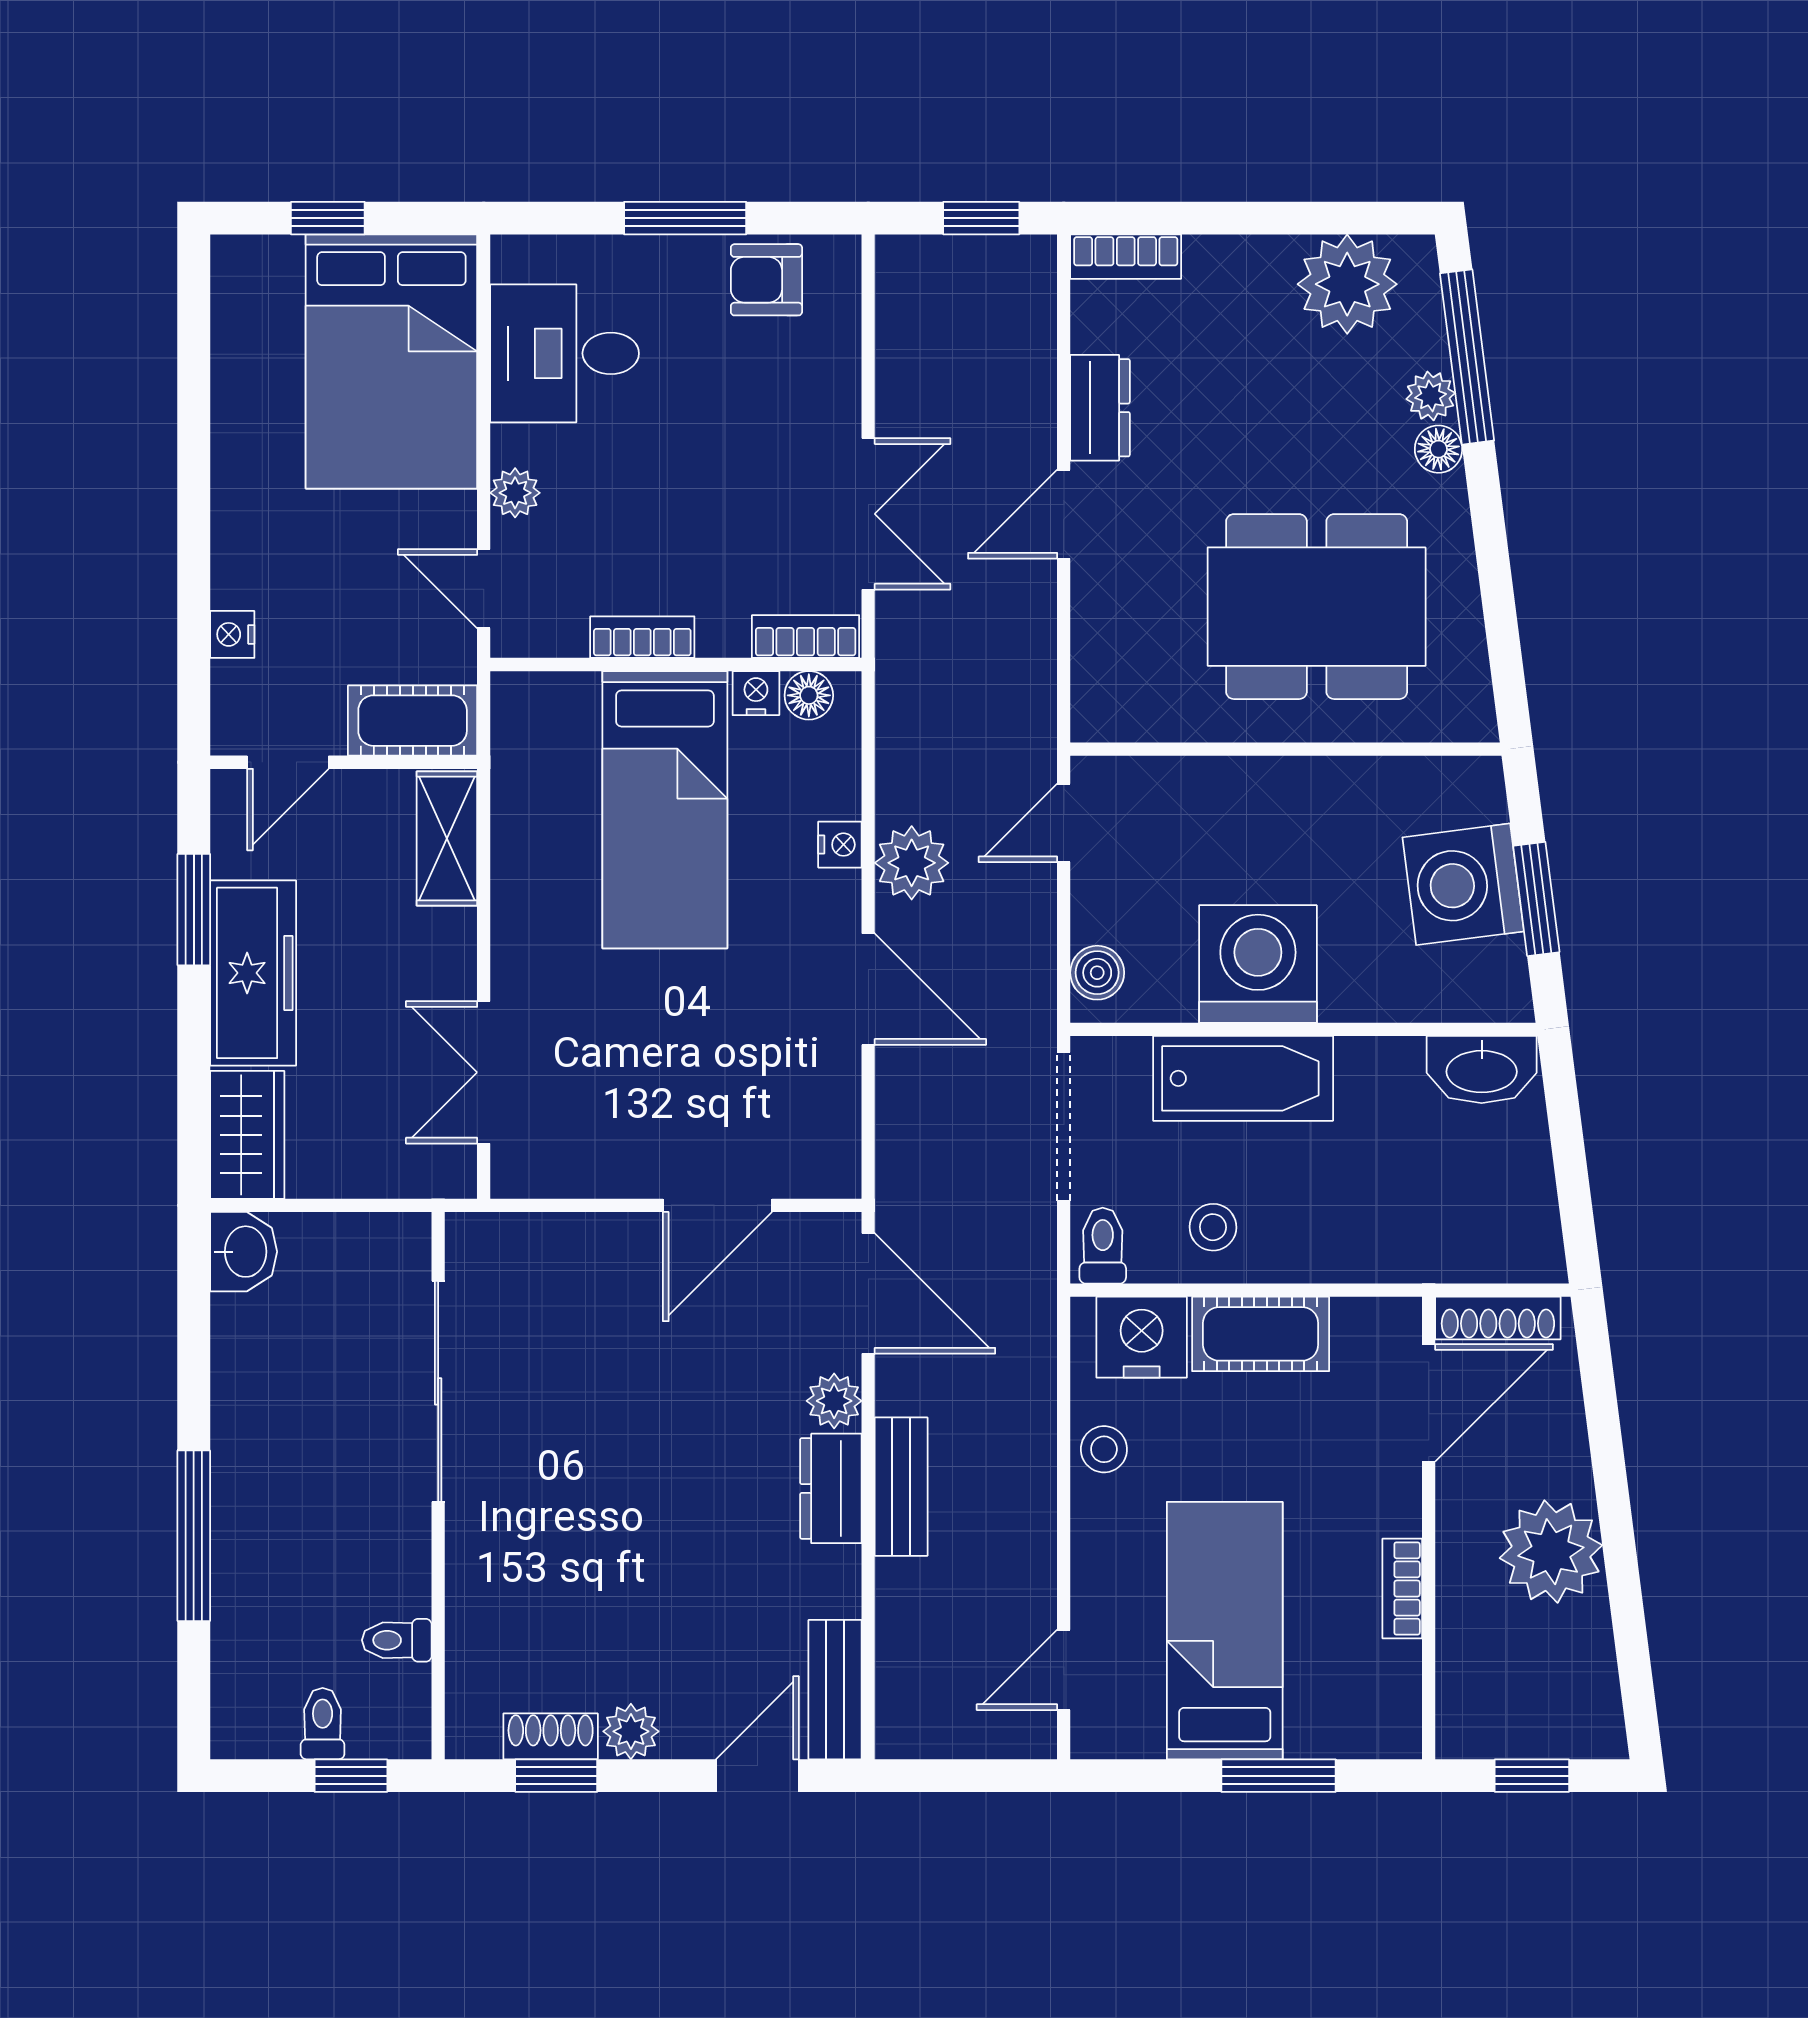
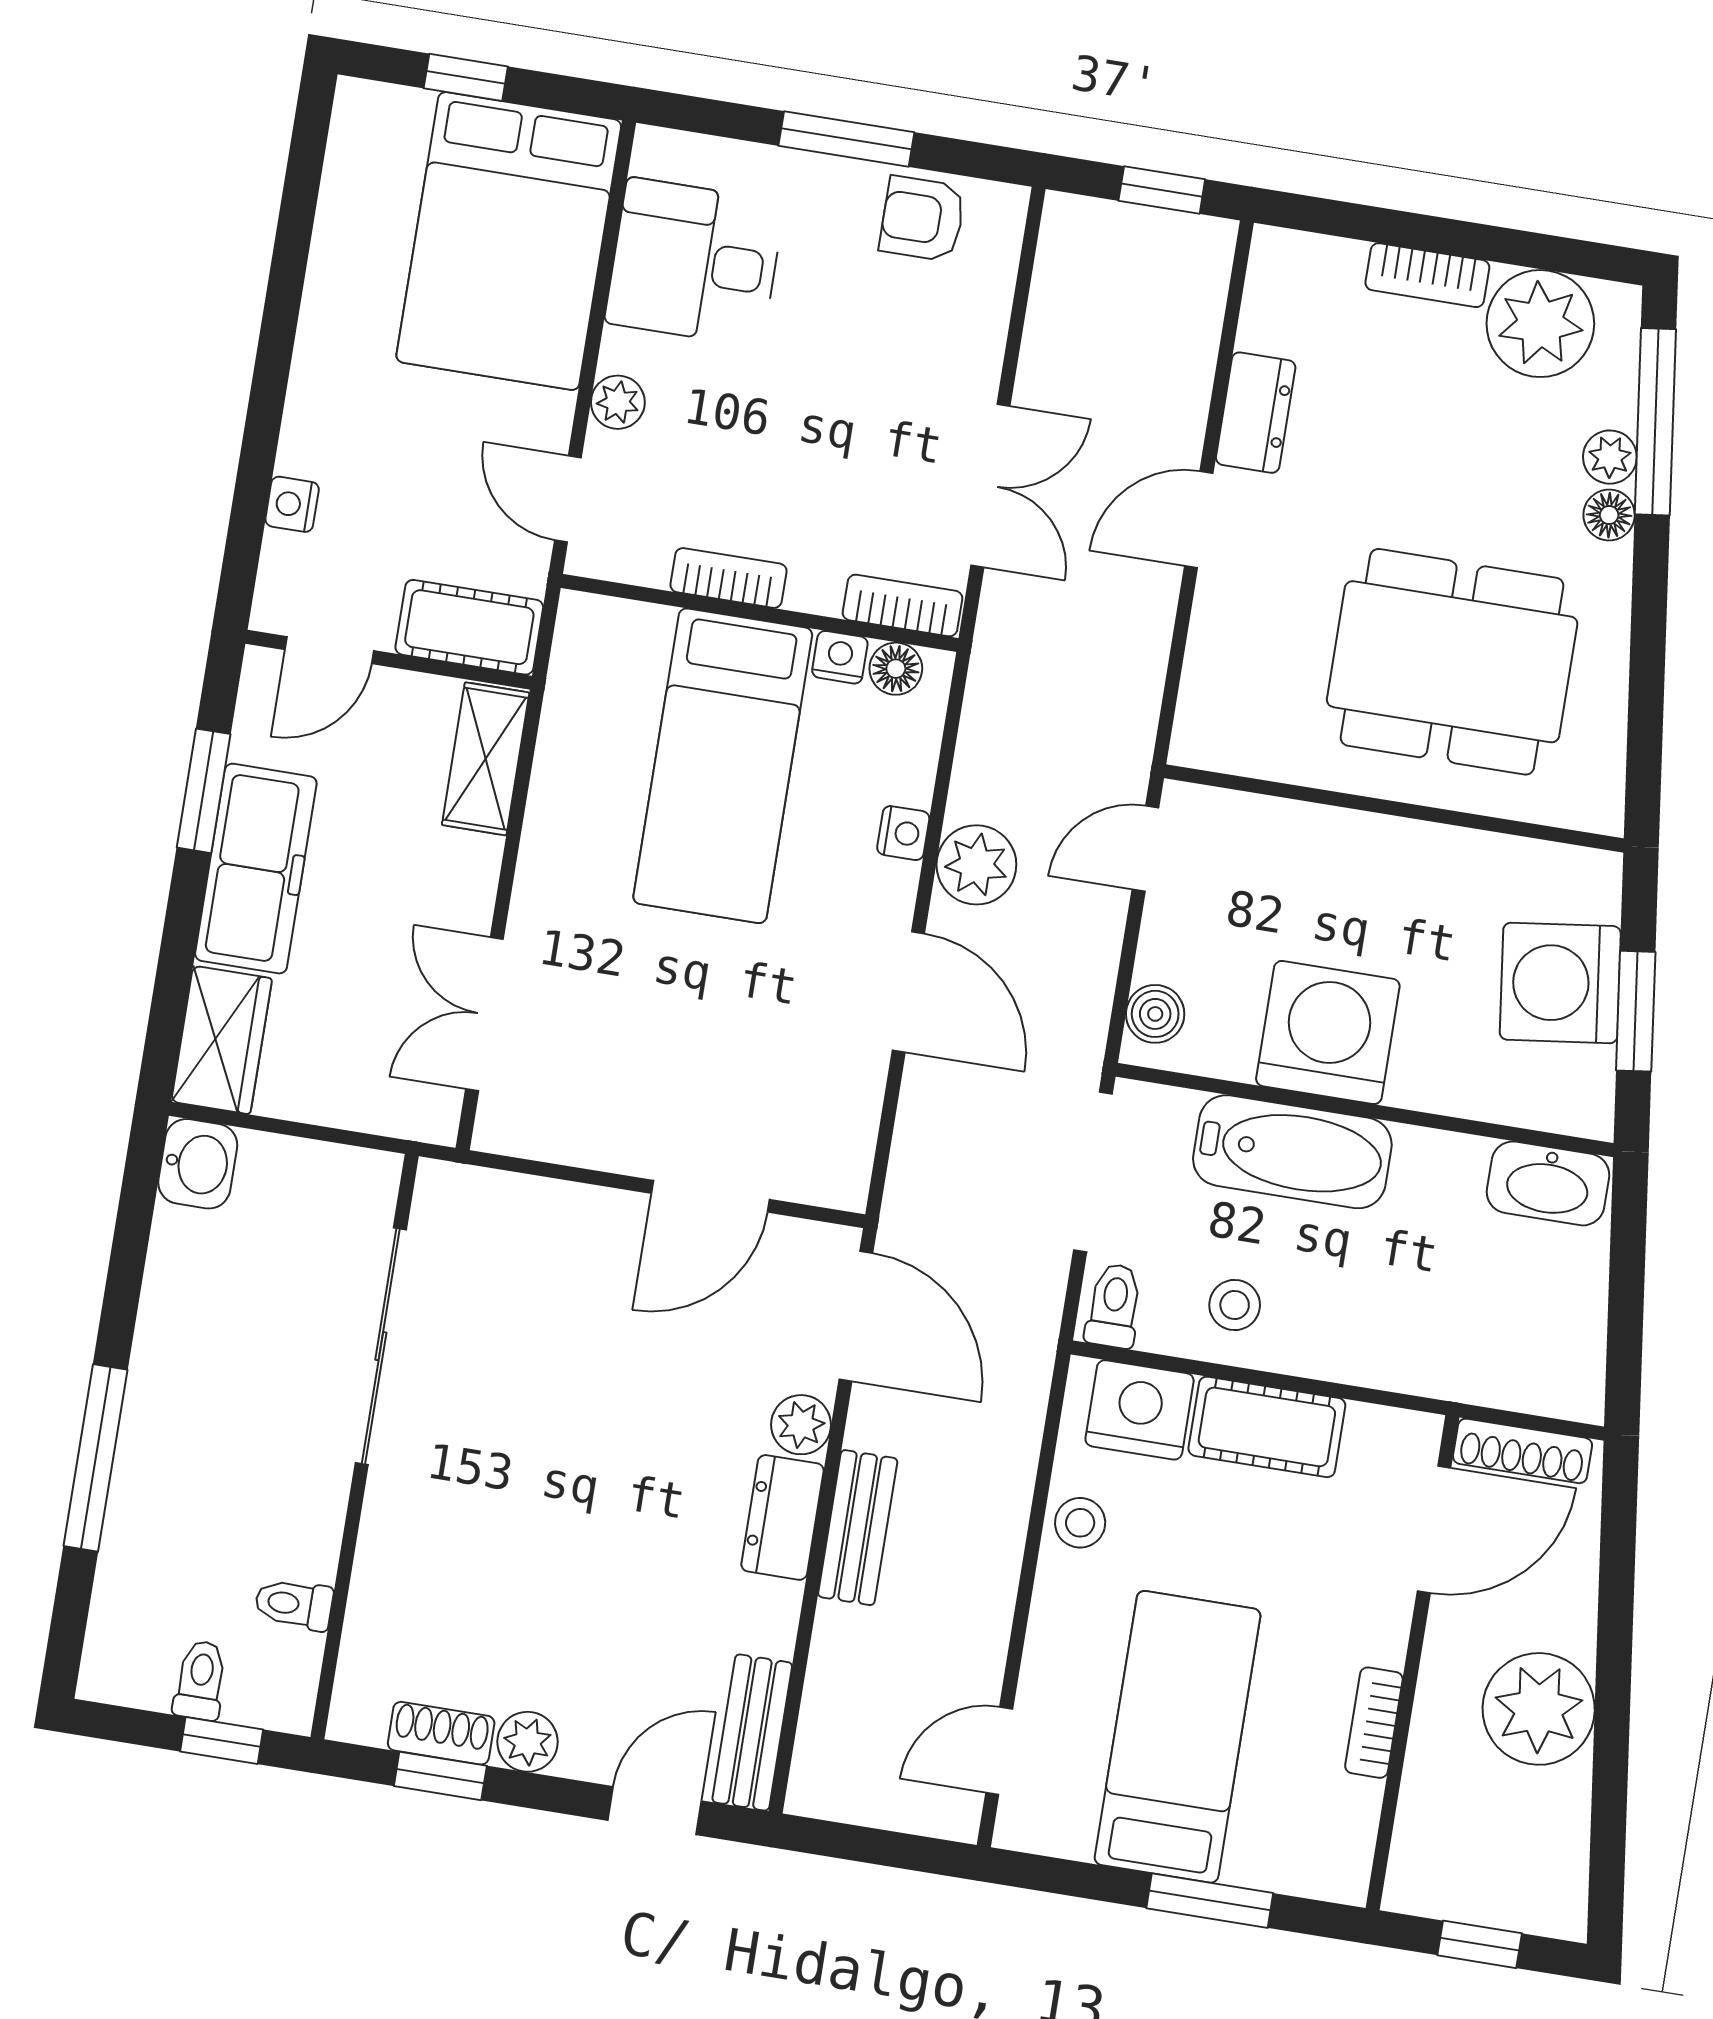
bookcase: (1126, 257) -> (1427, 275), moved

